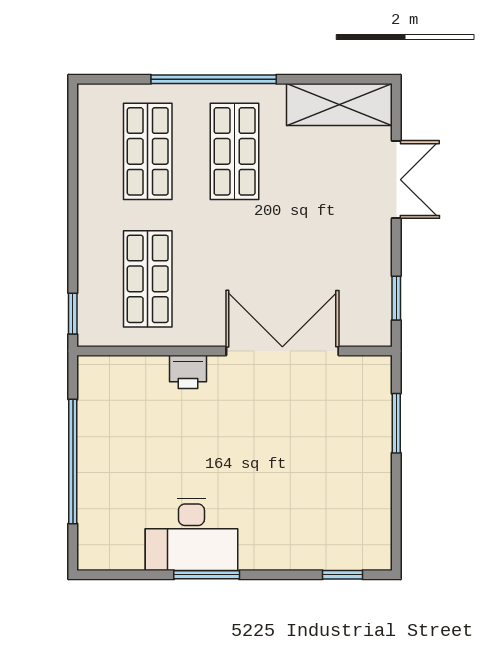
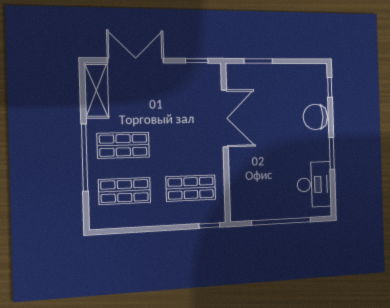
double door: (396, 180) -> (136, 60), width x1.37
double door: (282, 351) -> (225, 118), swing flipped
printer: (188, 372) -> (237, 166), removed
desk: (191, 534) -> (314, 184), moved
chair: (282, 541) -> (315, 117), added

